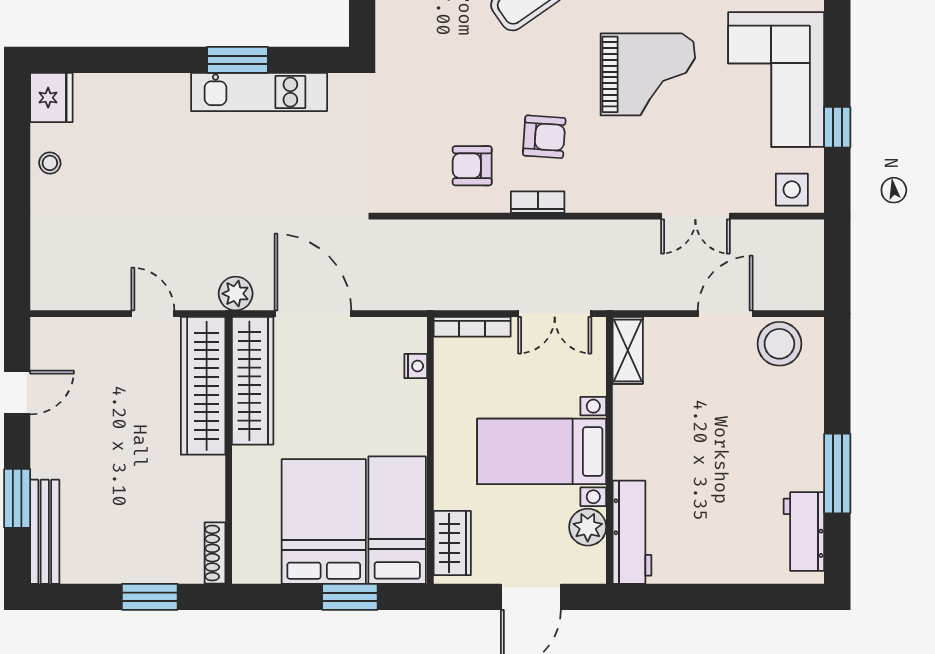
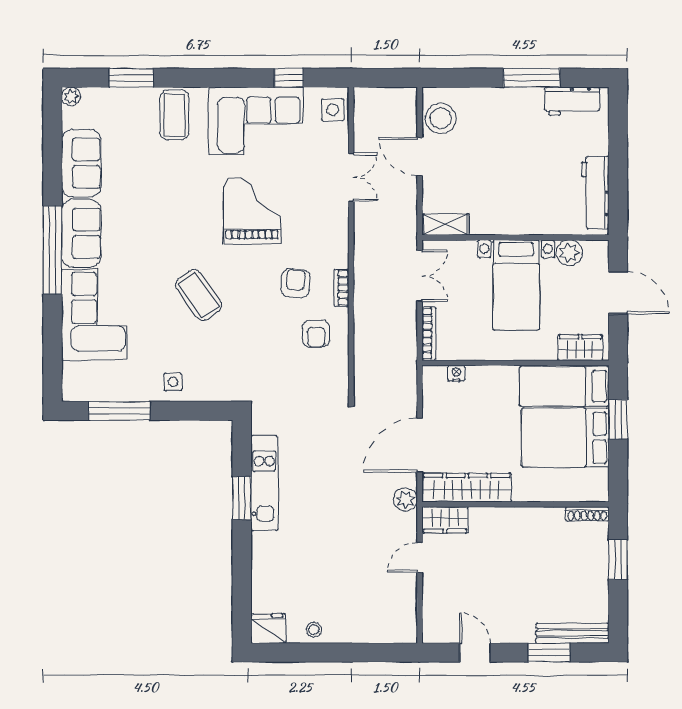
wardrobe: (203, 386) -> (445, 520), width x0.48, depth x0.85
workbench: (632, 532) -> (595, 193), moved, turned -90

